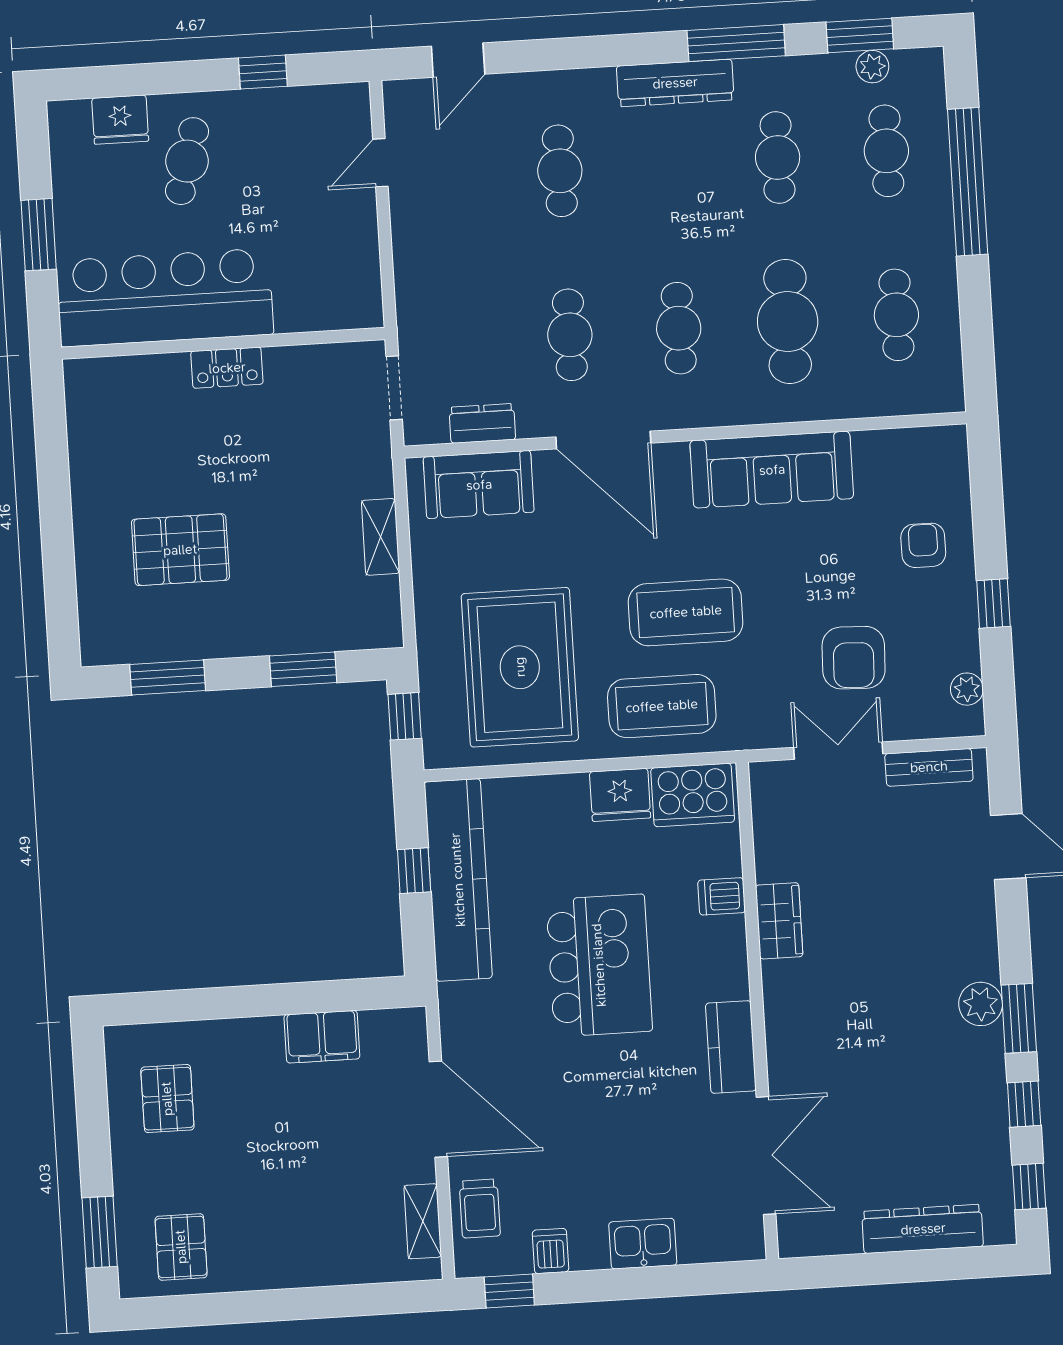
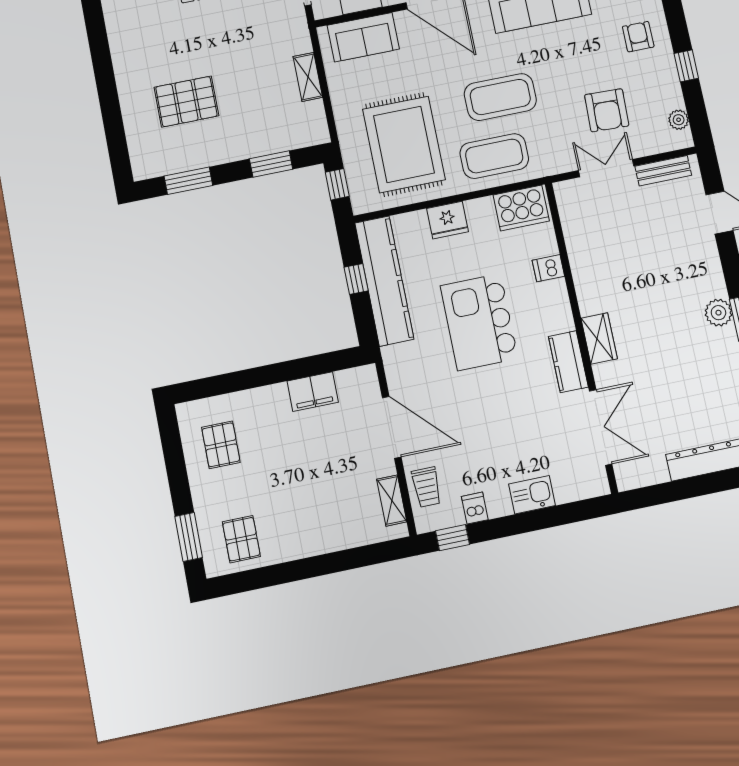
fridge: (620, 795) -> (448, 220), moved
wardrobe: (779, 921) -> (599, 338), moved
kitchen island: (599, 965) -> (479, 322), turned 180

